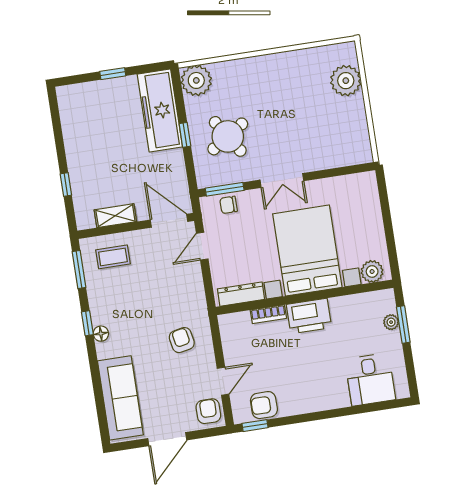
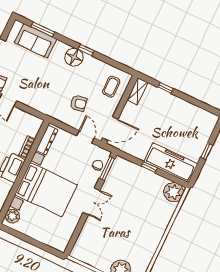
round table: (228, 136) -> (133, 189), removed
double door: (282, 180) -> (91, 201), swing flipped
shelving: (115, 216) -> (137, 91), moved
window: (79, 269) -> (43, 29), moved
floor lamp: (101, 334) -> (74, 57), width x1.89, depth x1.89
armchair: (182, 340) -> (78, 103), moved
sofa: (120, 398) -> (36, 41), width x0.73

